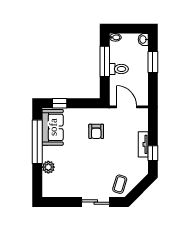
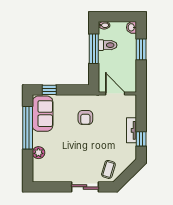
toilet: (119, 69) -> (108, 45), moved

